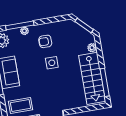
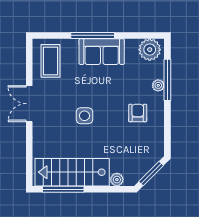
side table: (52, 63) -> (84, 116), moved

